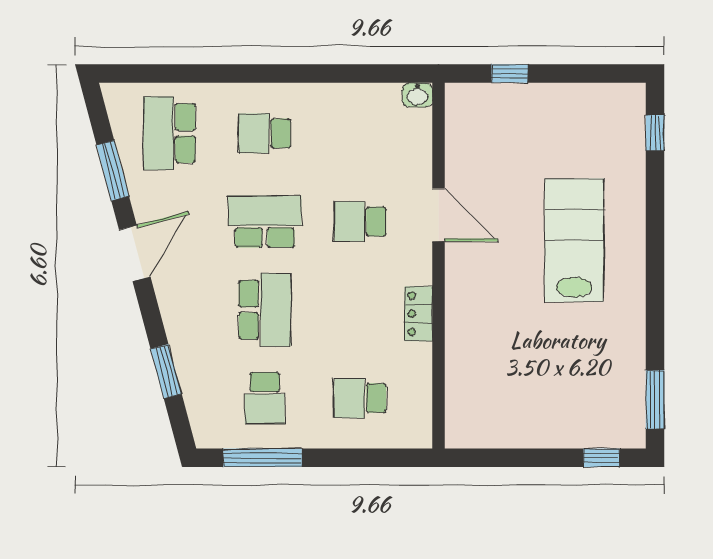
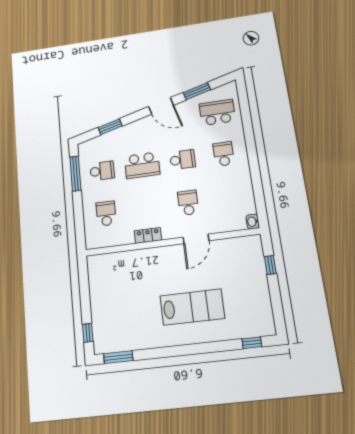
school desk: (265, 222) -> (183, 160), width x0.54
school desk: (265, 398) -> (102, 171), turned 180

